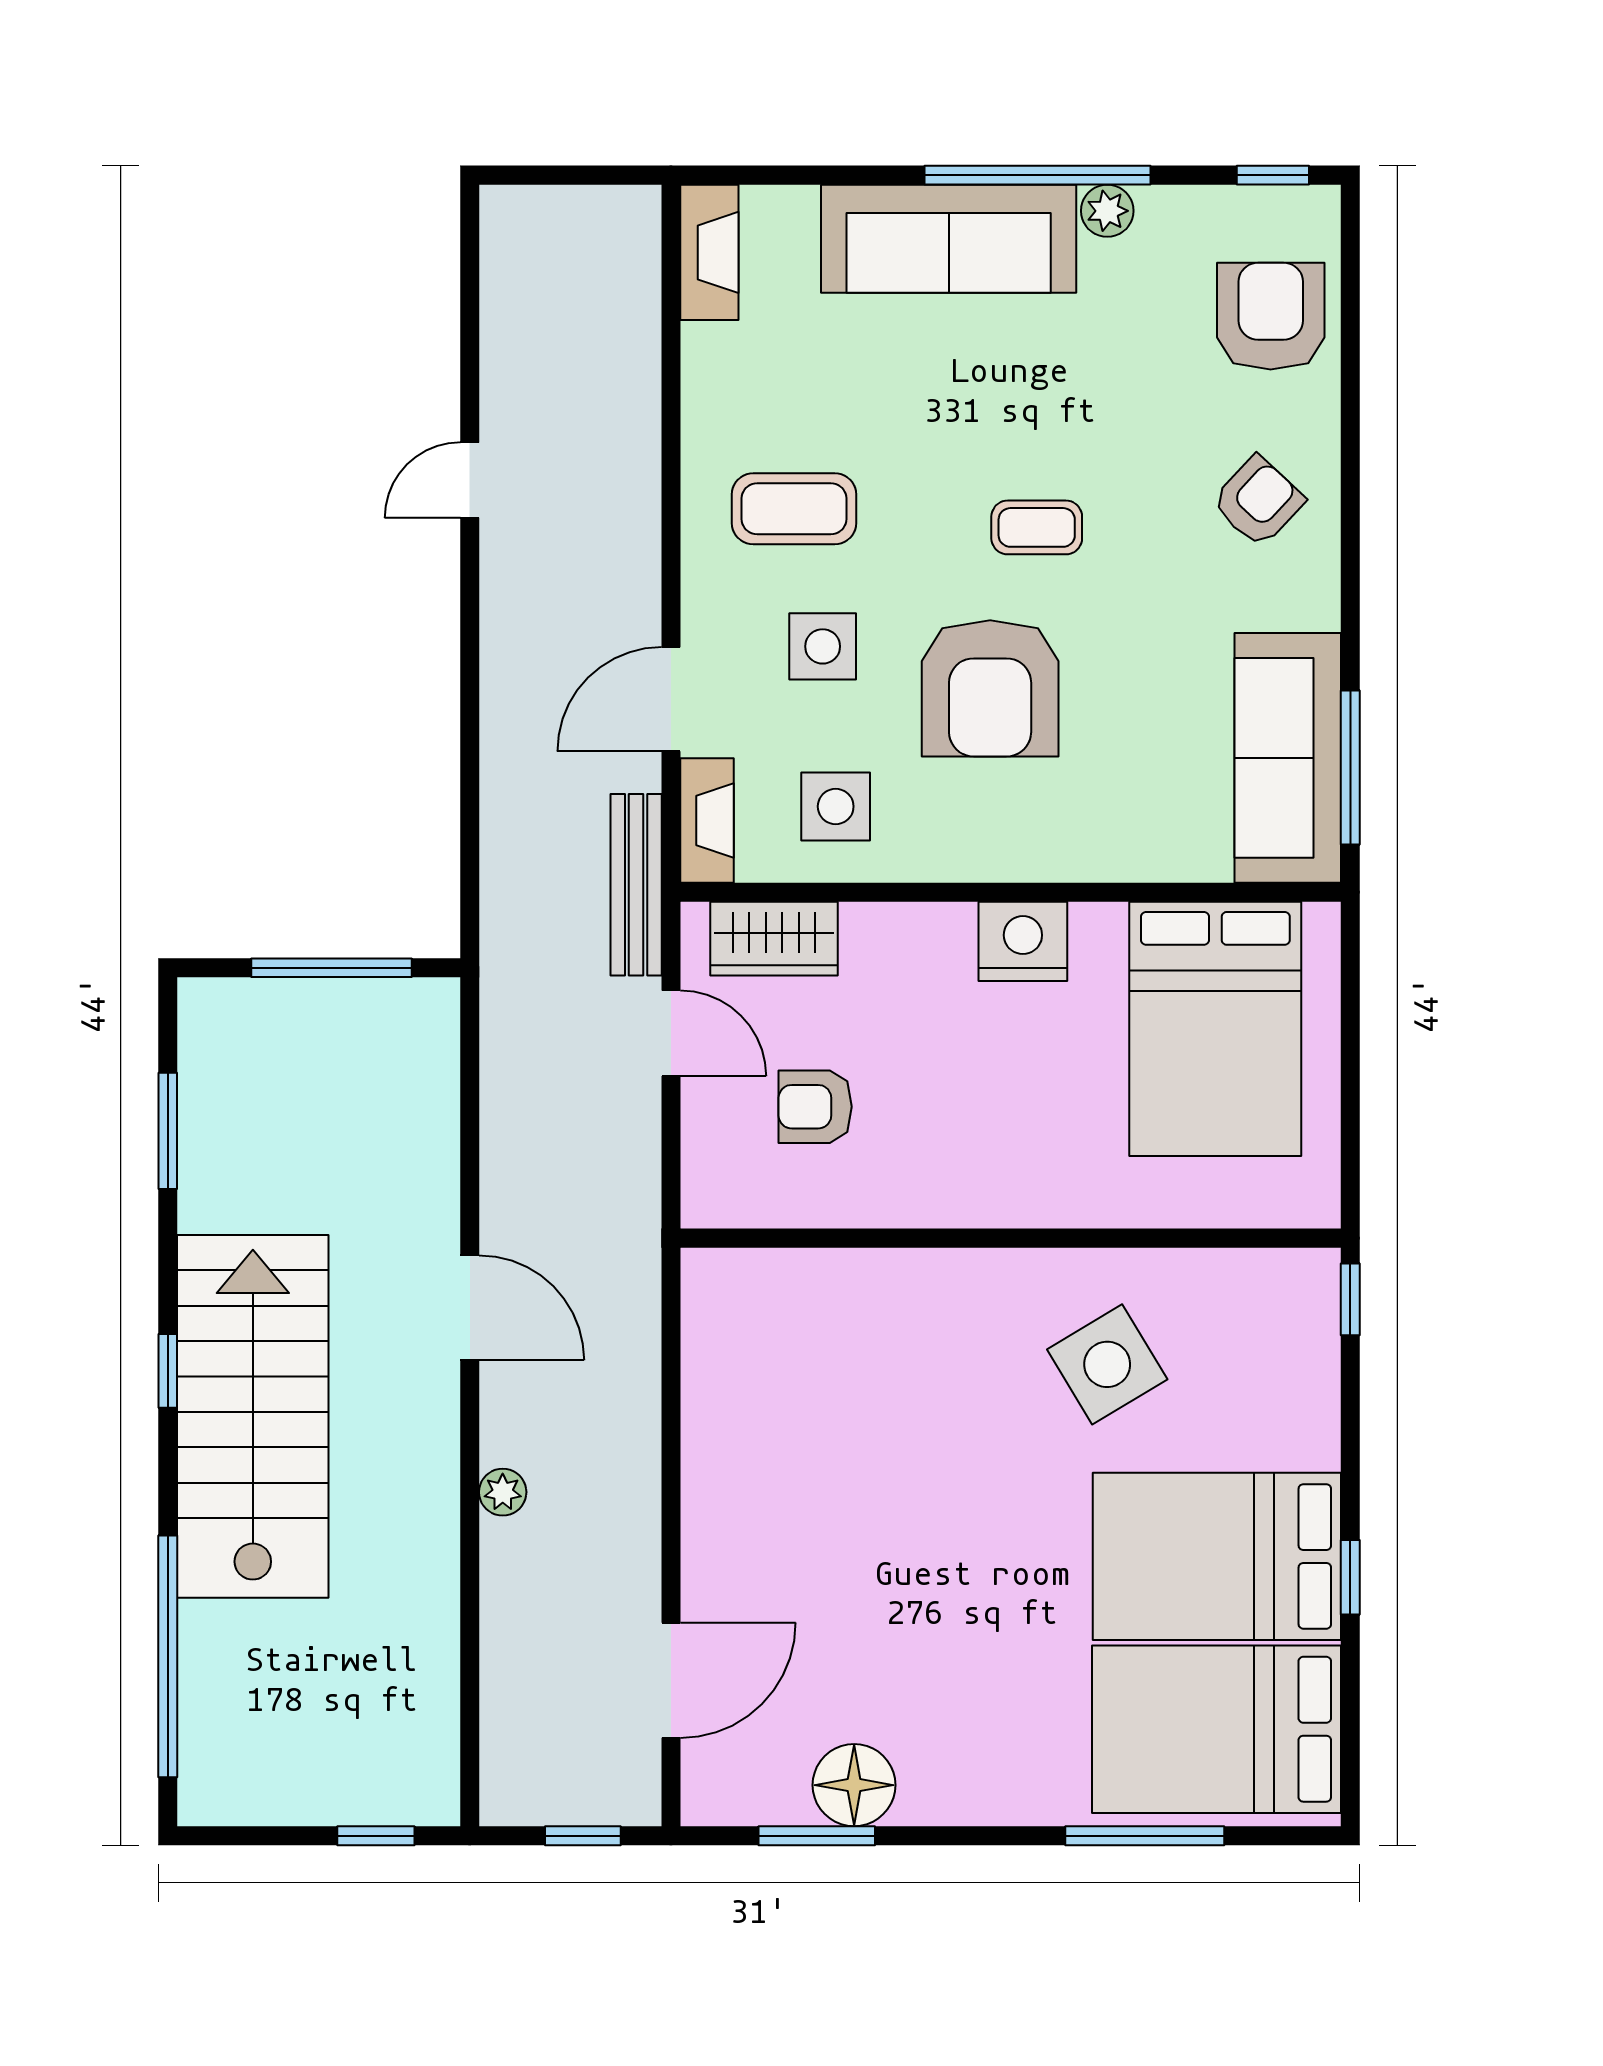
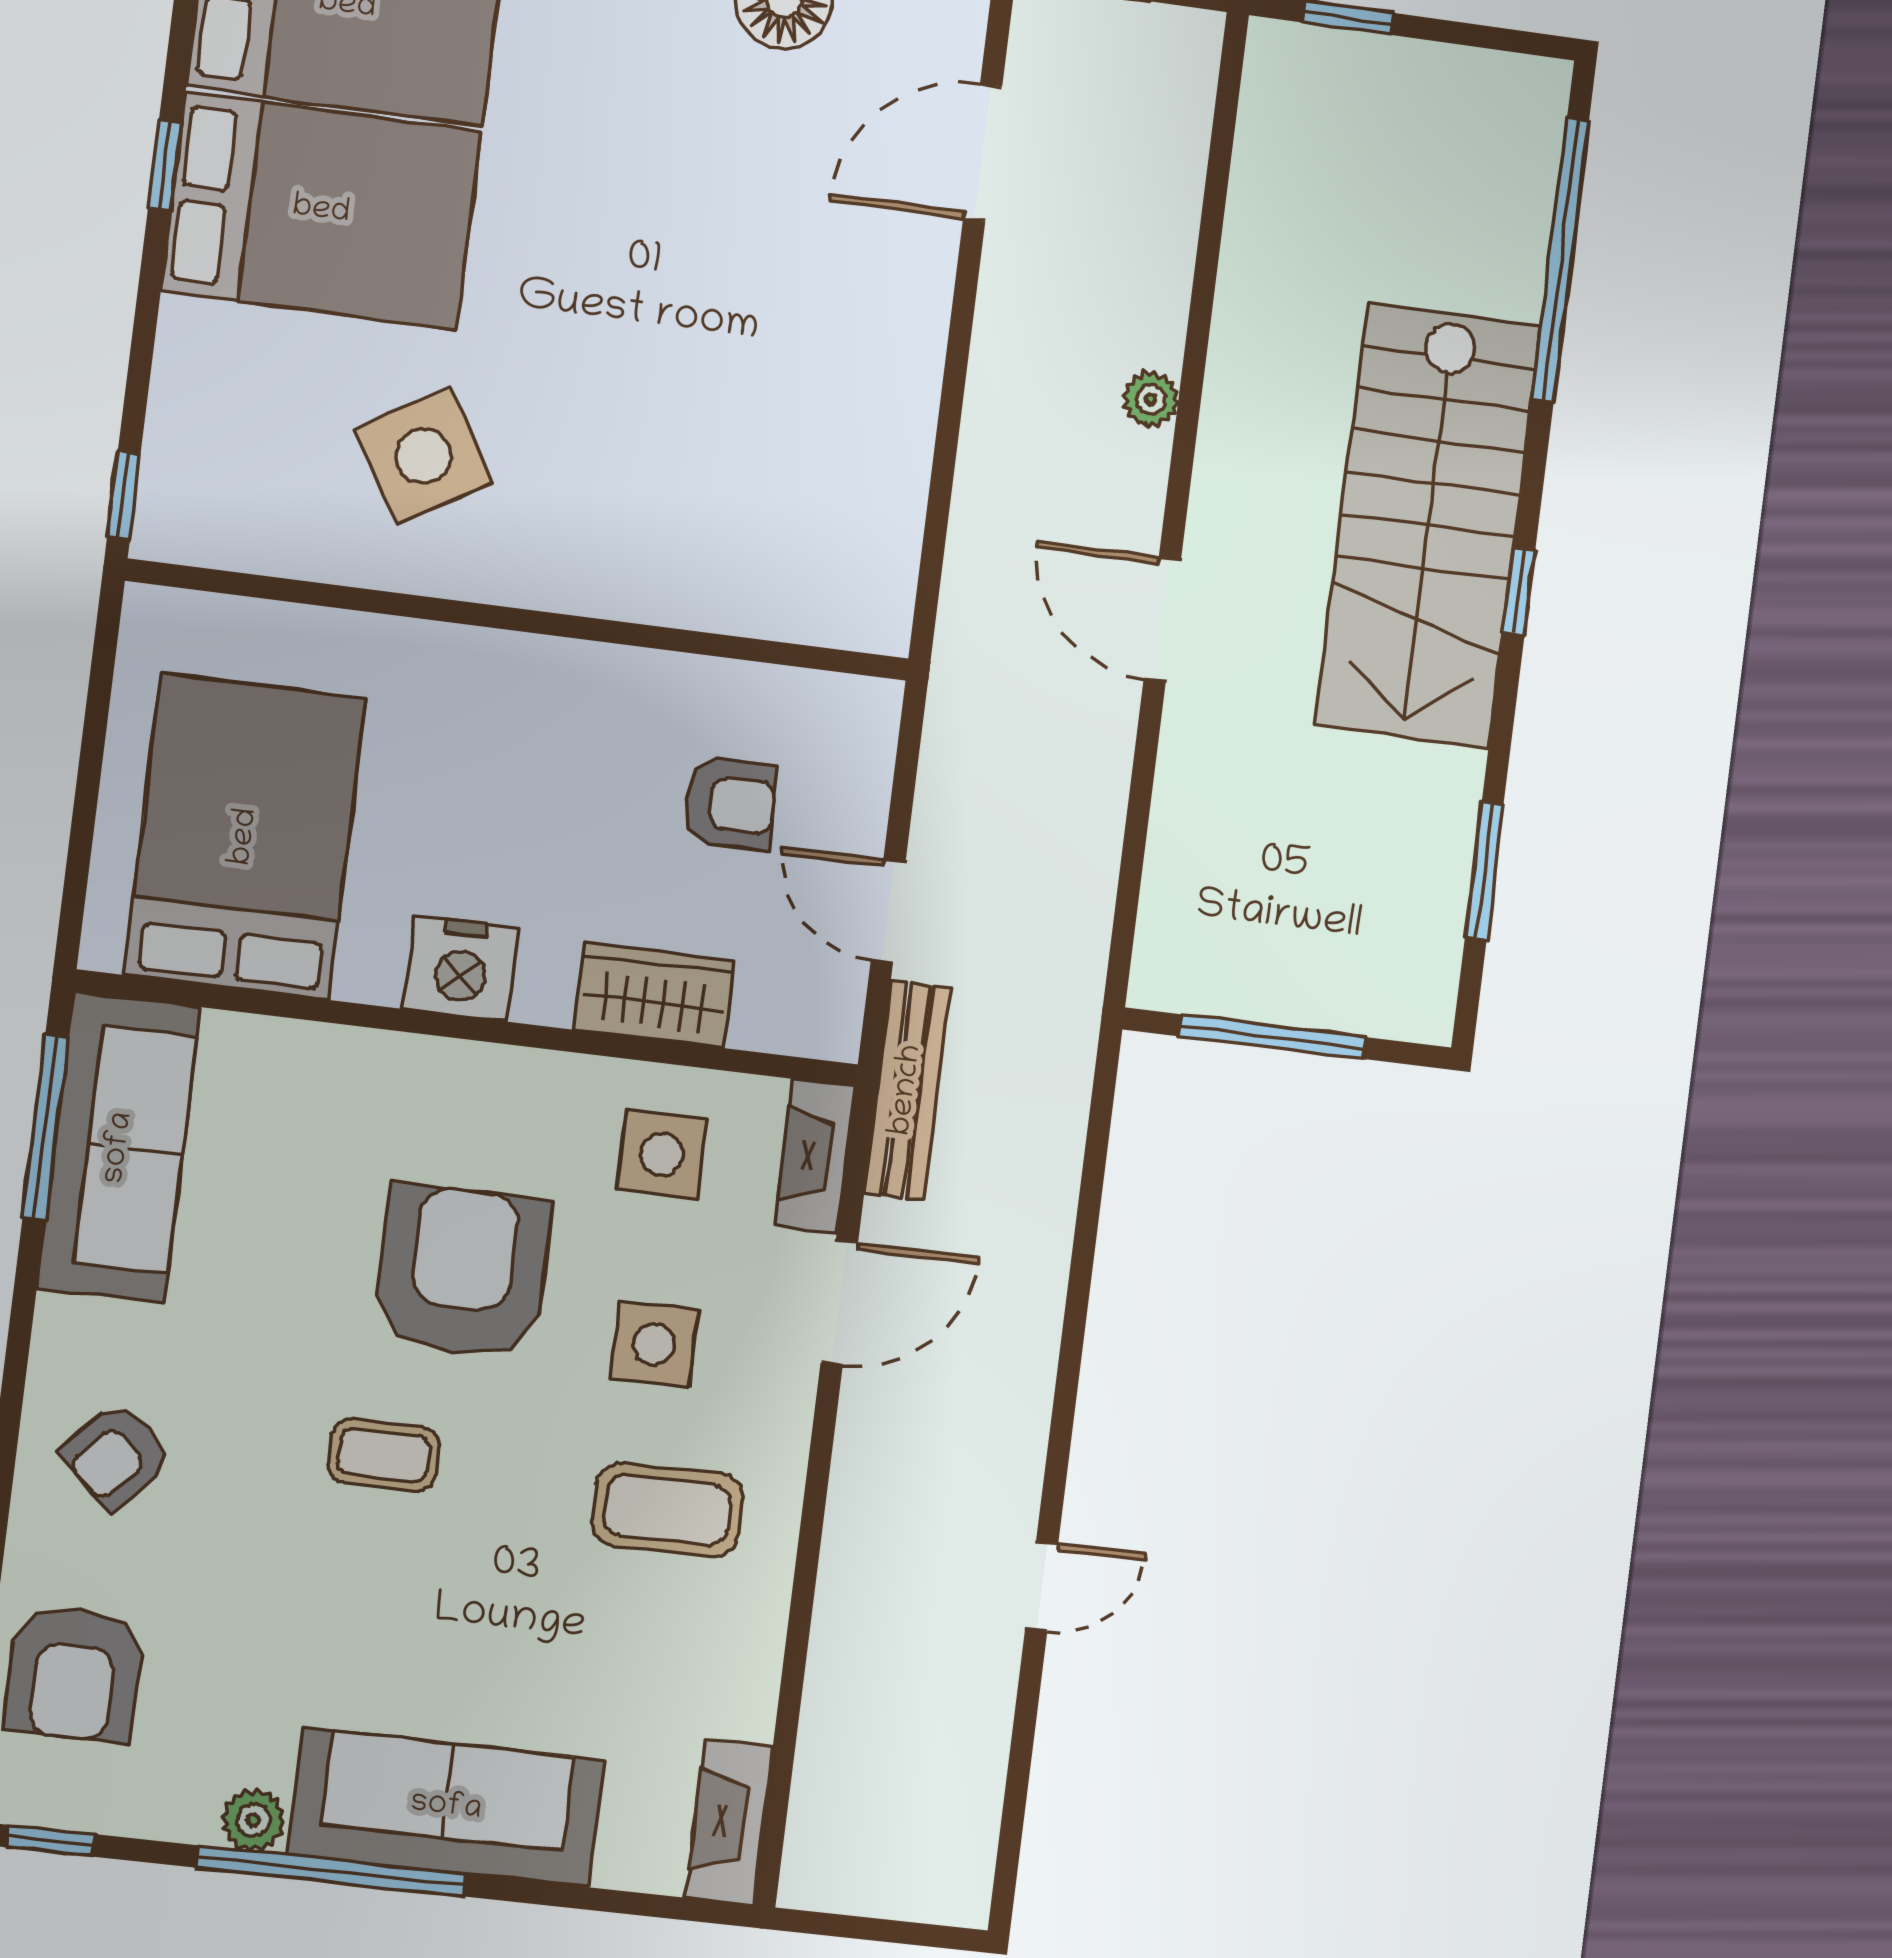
wardrobe: (774, 939) -> (654, 995), moved

